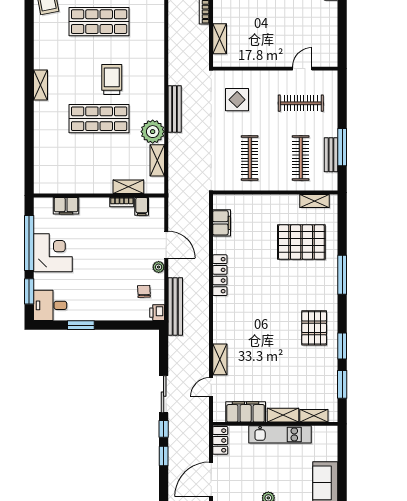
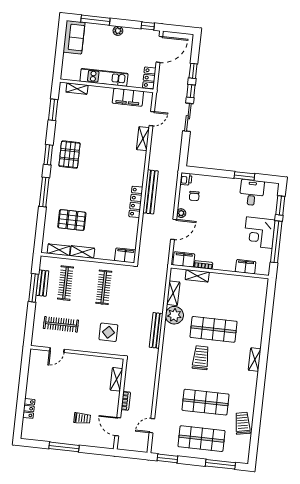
trolley: (112, 79) -> (201, 358), turned 180
filing cabinet: (142, 206) -> (184, 259), width x2.00
filing cabinet: (222, 223) -> (125, 255), moved, turned 90
pallet: (301, 242) -> (72, 220), width x0.73, depth x0.71
door: (166, 245) -> (174, 229), swing flipped
desk: (50, 305) -> (252, 193), moved, turned -90
bench: (175, 306) -> (150, 192), moved
window: (342, 346) -> (48, 155), moved
shelving: (283, 415) -> (82, 252), moved

